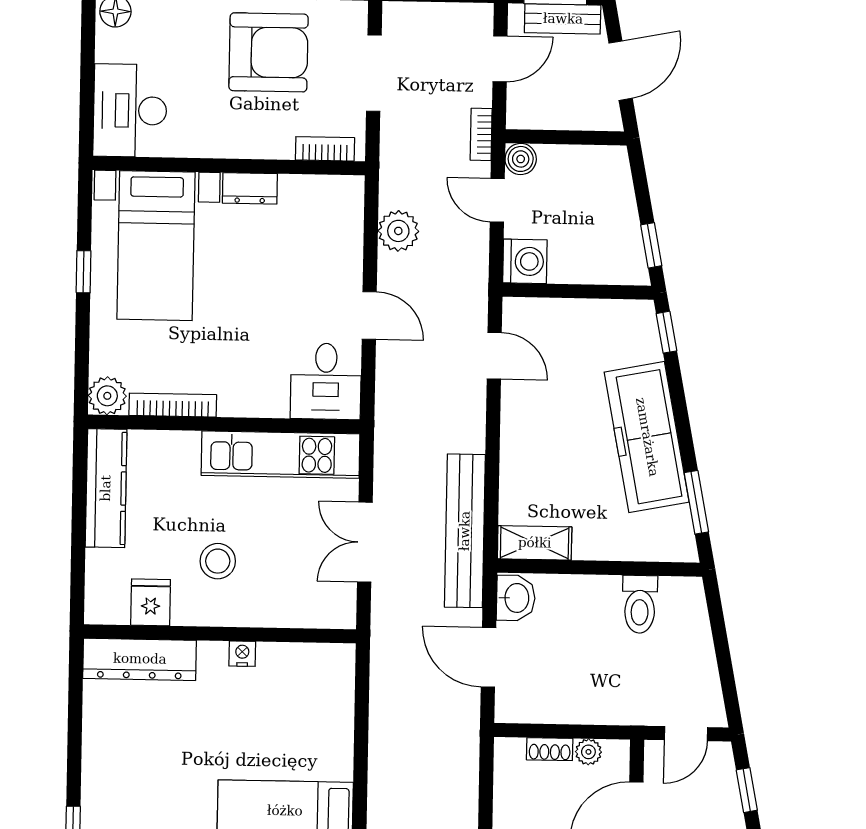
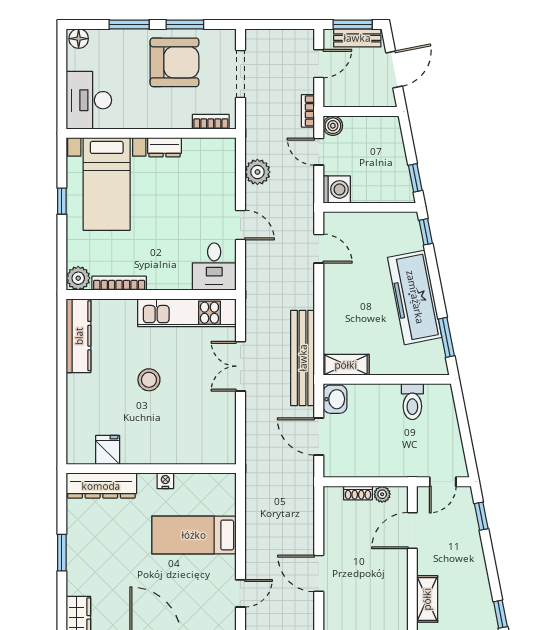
fridge: (151, 602) -> (108, 450), moved
wall: (220, 634) -> (151, 469), moved
nightstand: (242, 654) -> (165, 481), moved
dresser: (140, 659) -> (101, 486), moved

